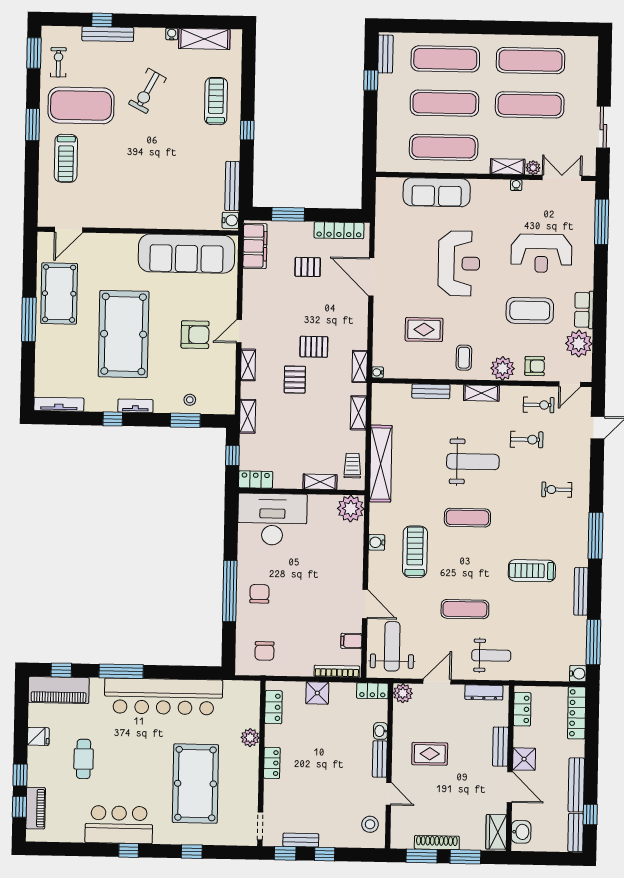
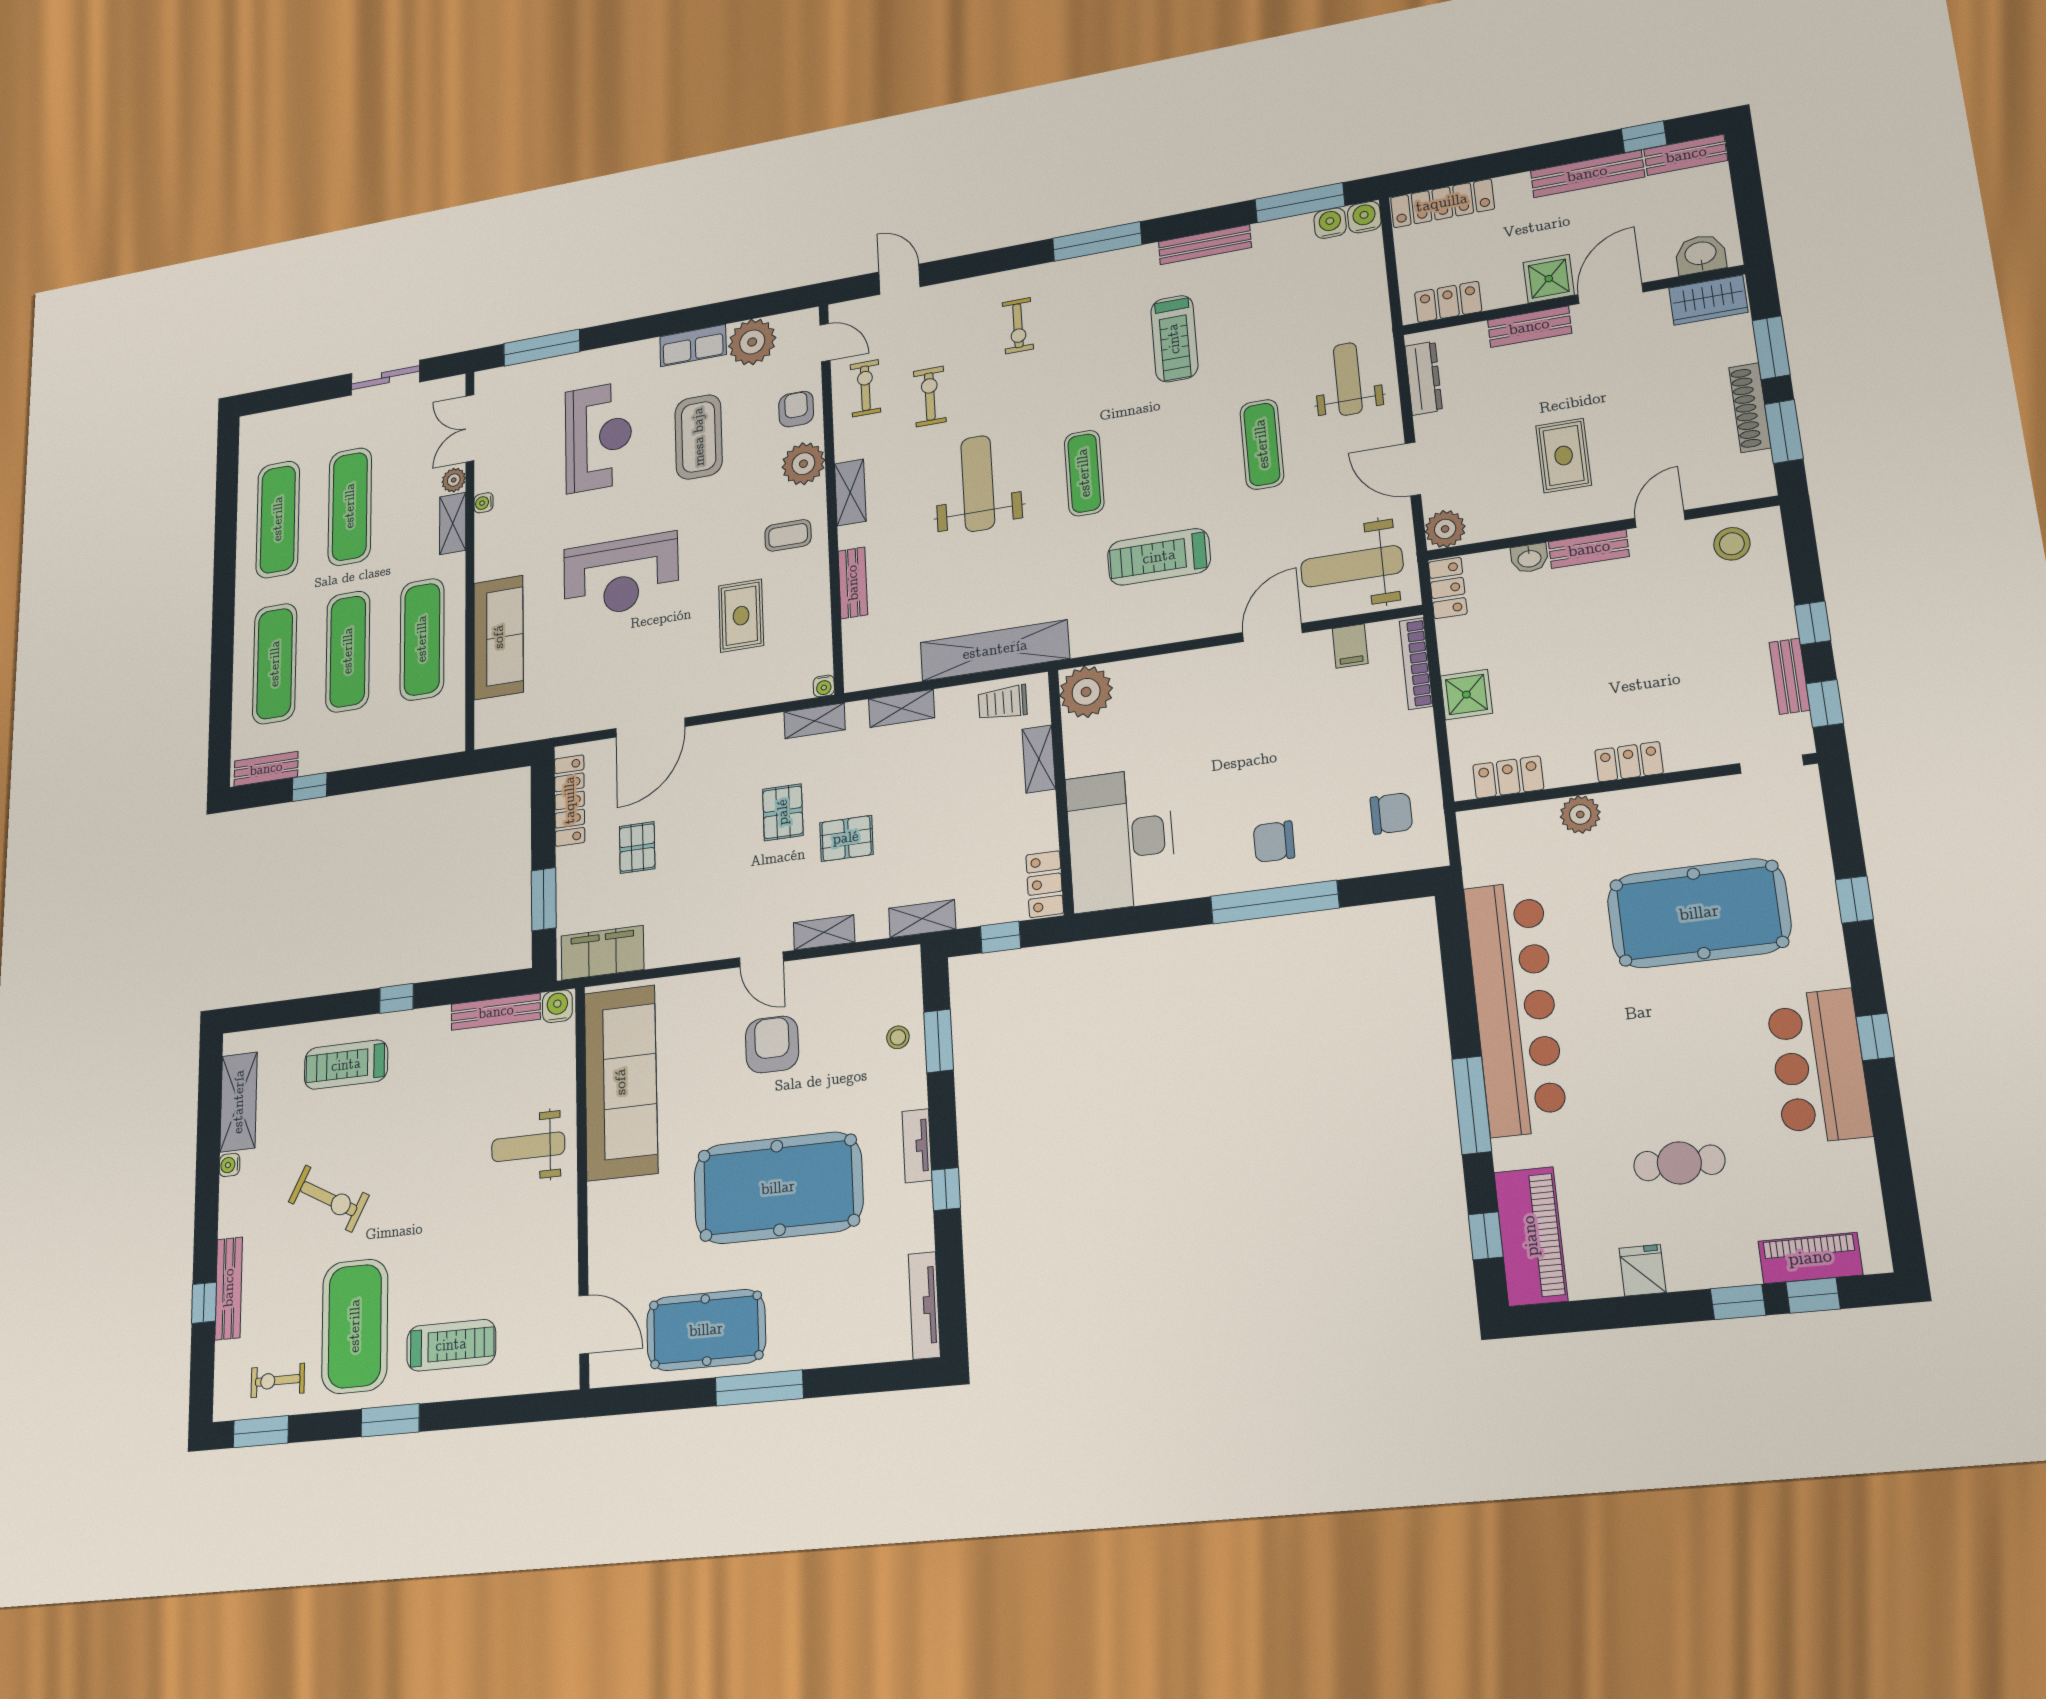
weight bench: (160, 202) -> (528, 1147), added
reception desk: (459, 263) -> (621, 575), turned 180
water cooler: (377, 542) -> (1330, 223), moved, turned 180

